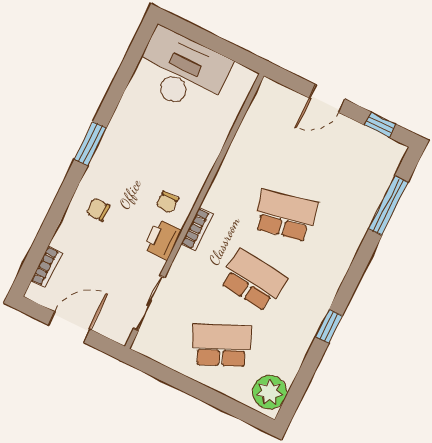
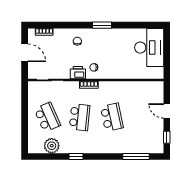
plant: (270, 392) -> (52, 146), moved

